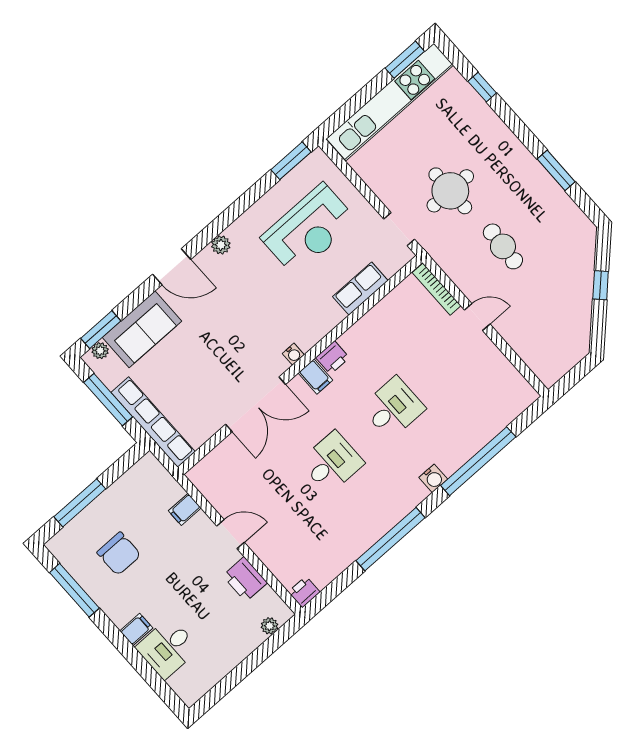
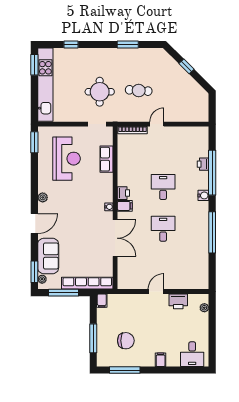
filing cabinet: (185, 509) -> (102, 301), moved
printer: (304, 592) -> (203, 164), moved
desk: (167, 648) -> (192, 354), moved

